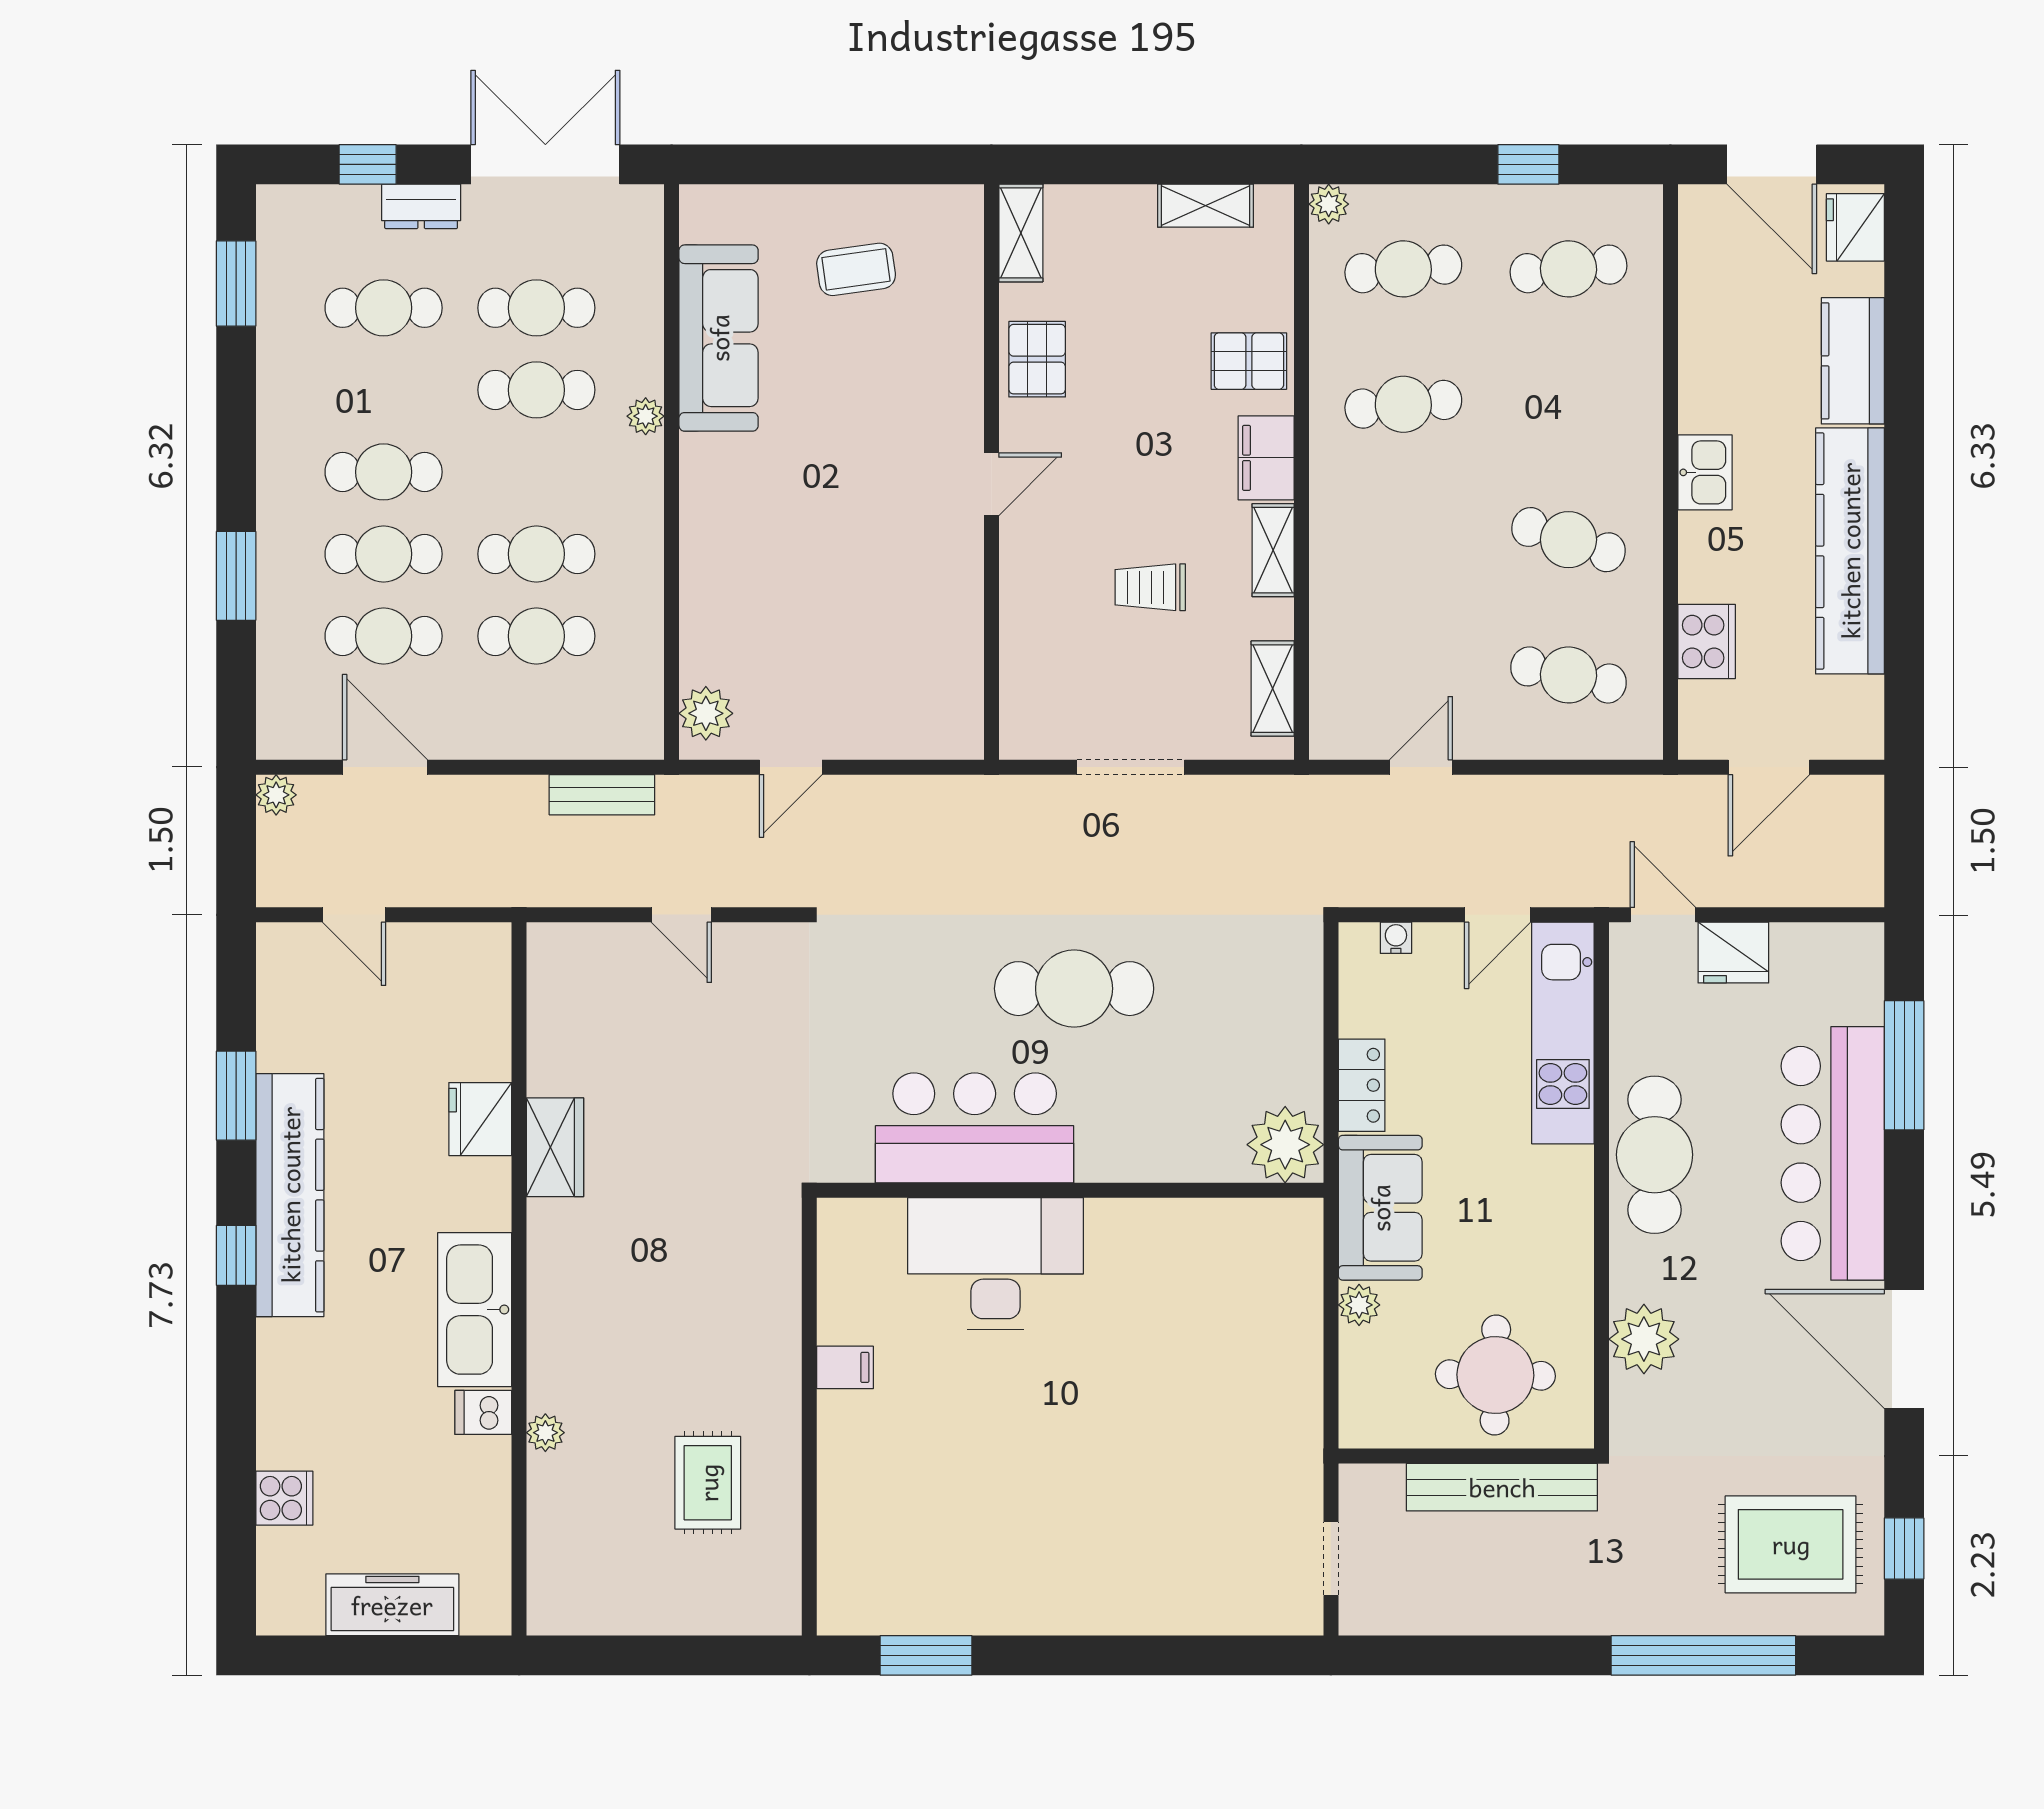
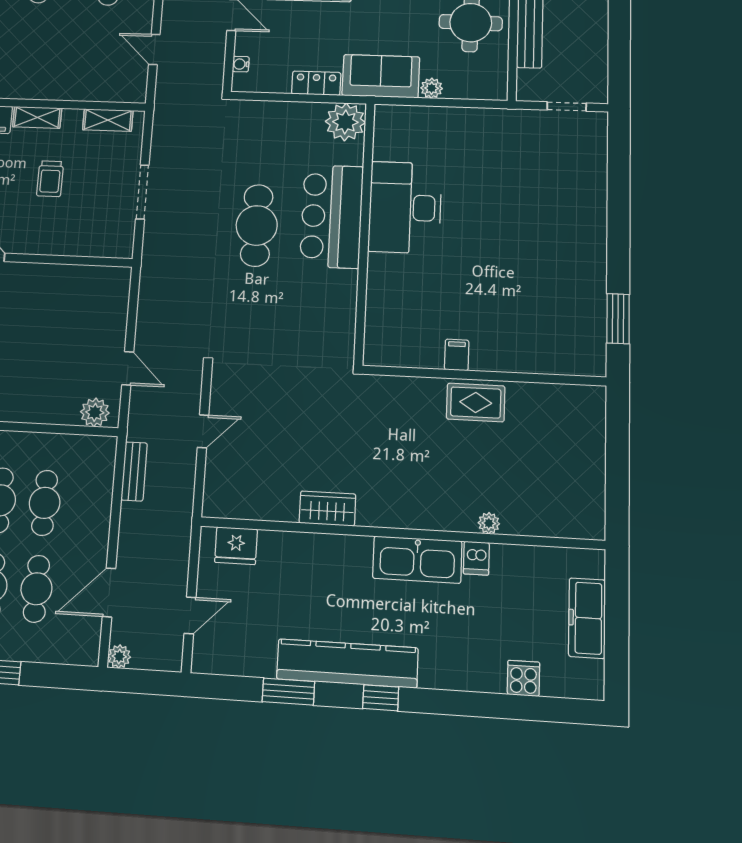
fridge: (480, 1119) -> (236, 546), moved
bar counter: (975, 1128) -> (332, 216), moved
desk: (996, 1263) -> (405, 207), moved
rug: (708, 1483) -> (476, 402), moved

